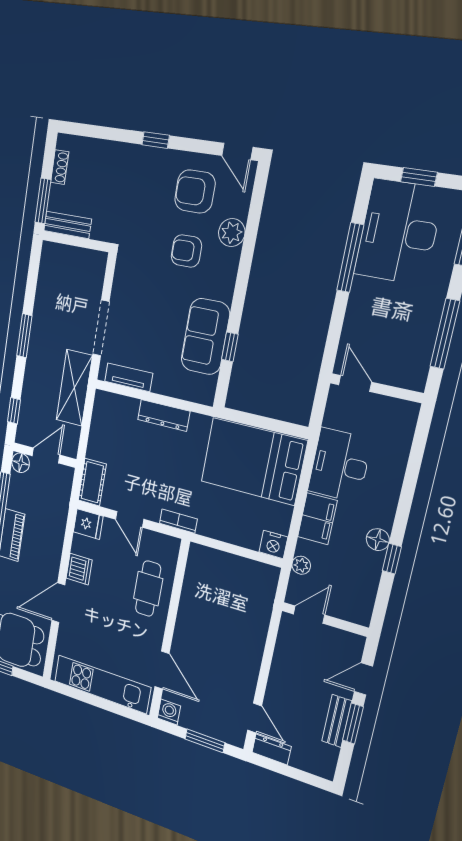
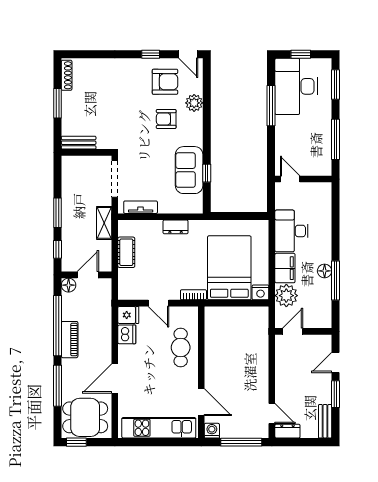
window: (156, 140) -> (151, 54), moved
shoe rack: (60, 167) -> (67, 75), width x1.43
armchair: (195, 191) -> (165, 82), turned 180
bench: (68, 225) -> (79, 143), moved
wall: (76, 241) -> (87, 152), moved
window: (24, 336) -> (58, 213), moved
shelving: (74, 388) -> (104, 223), width x0.67, depth x0.75
dresser: (164, 415) -> (176, 227), width x0.70
bed: (253, 461) -> (229, 268), moved, turned 90
cot: (92, 482) -> (126, 252), moved
window: (392, 559) -> (335, 280), width x2.17
plant: (301, 565) -> (286, 296), width x1.88, depth x1.88
dishwasher: (79, 569) -> (127, 334), moved
bench: (337, 721) -> (325, 421), moved
window: (205, 741) -> (241, 442), width x1.44

